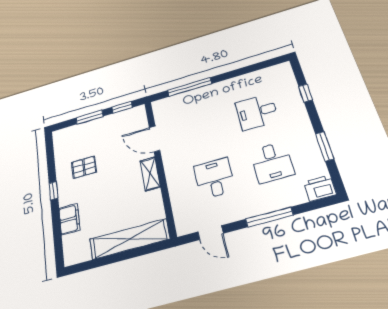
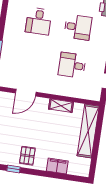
pallet: (84, 167) -> (27, 156), moved
shelving: (150, 174) -> (61, 106), moved
window: (53, 191) -> (13, 169), moved

